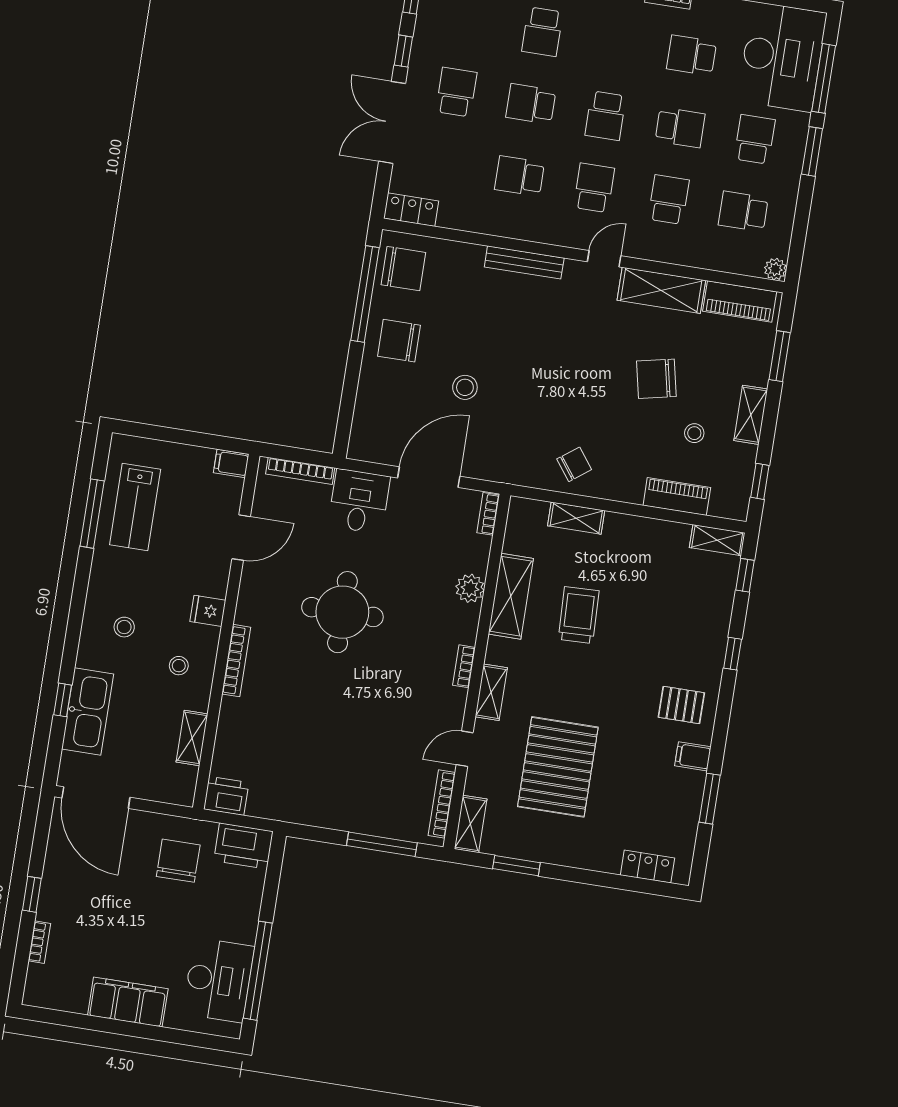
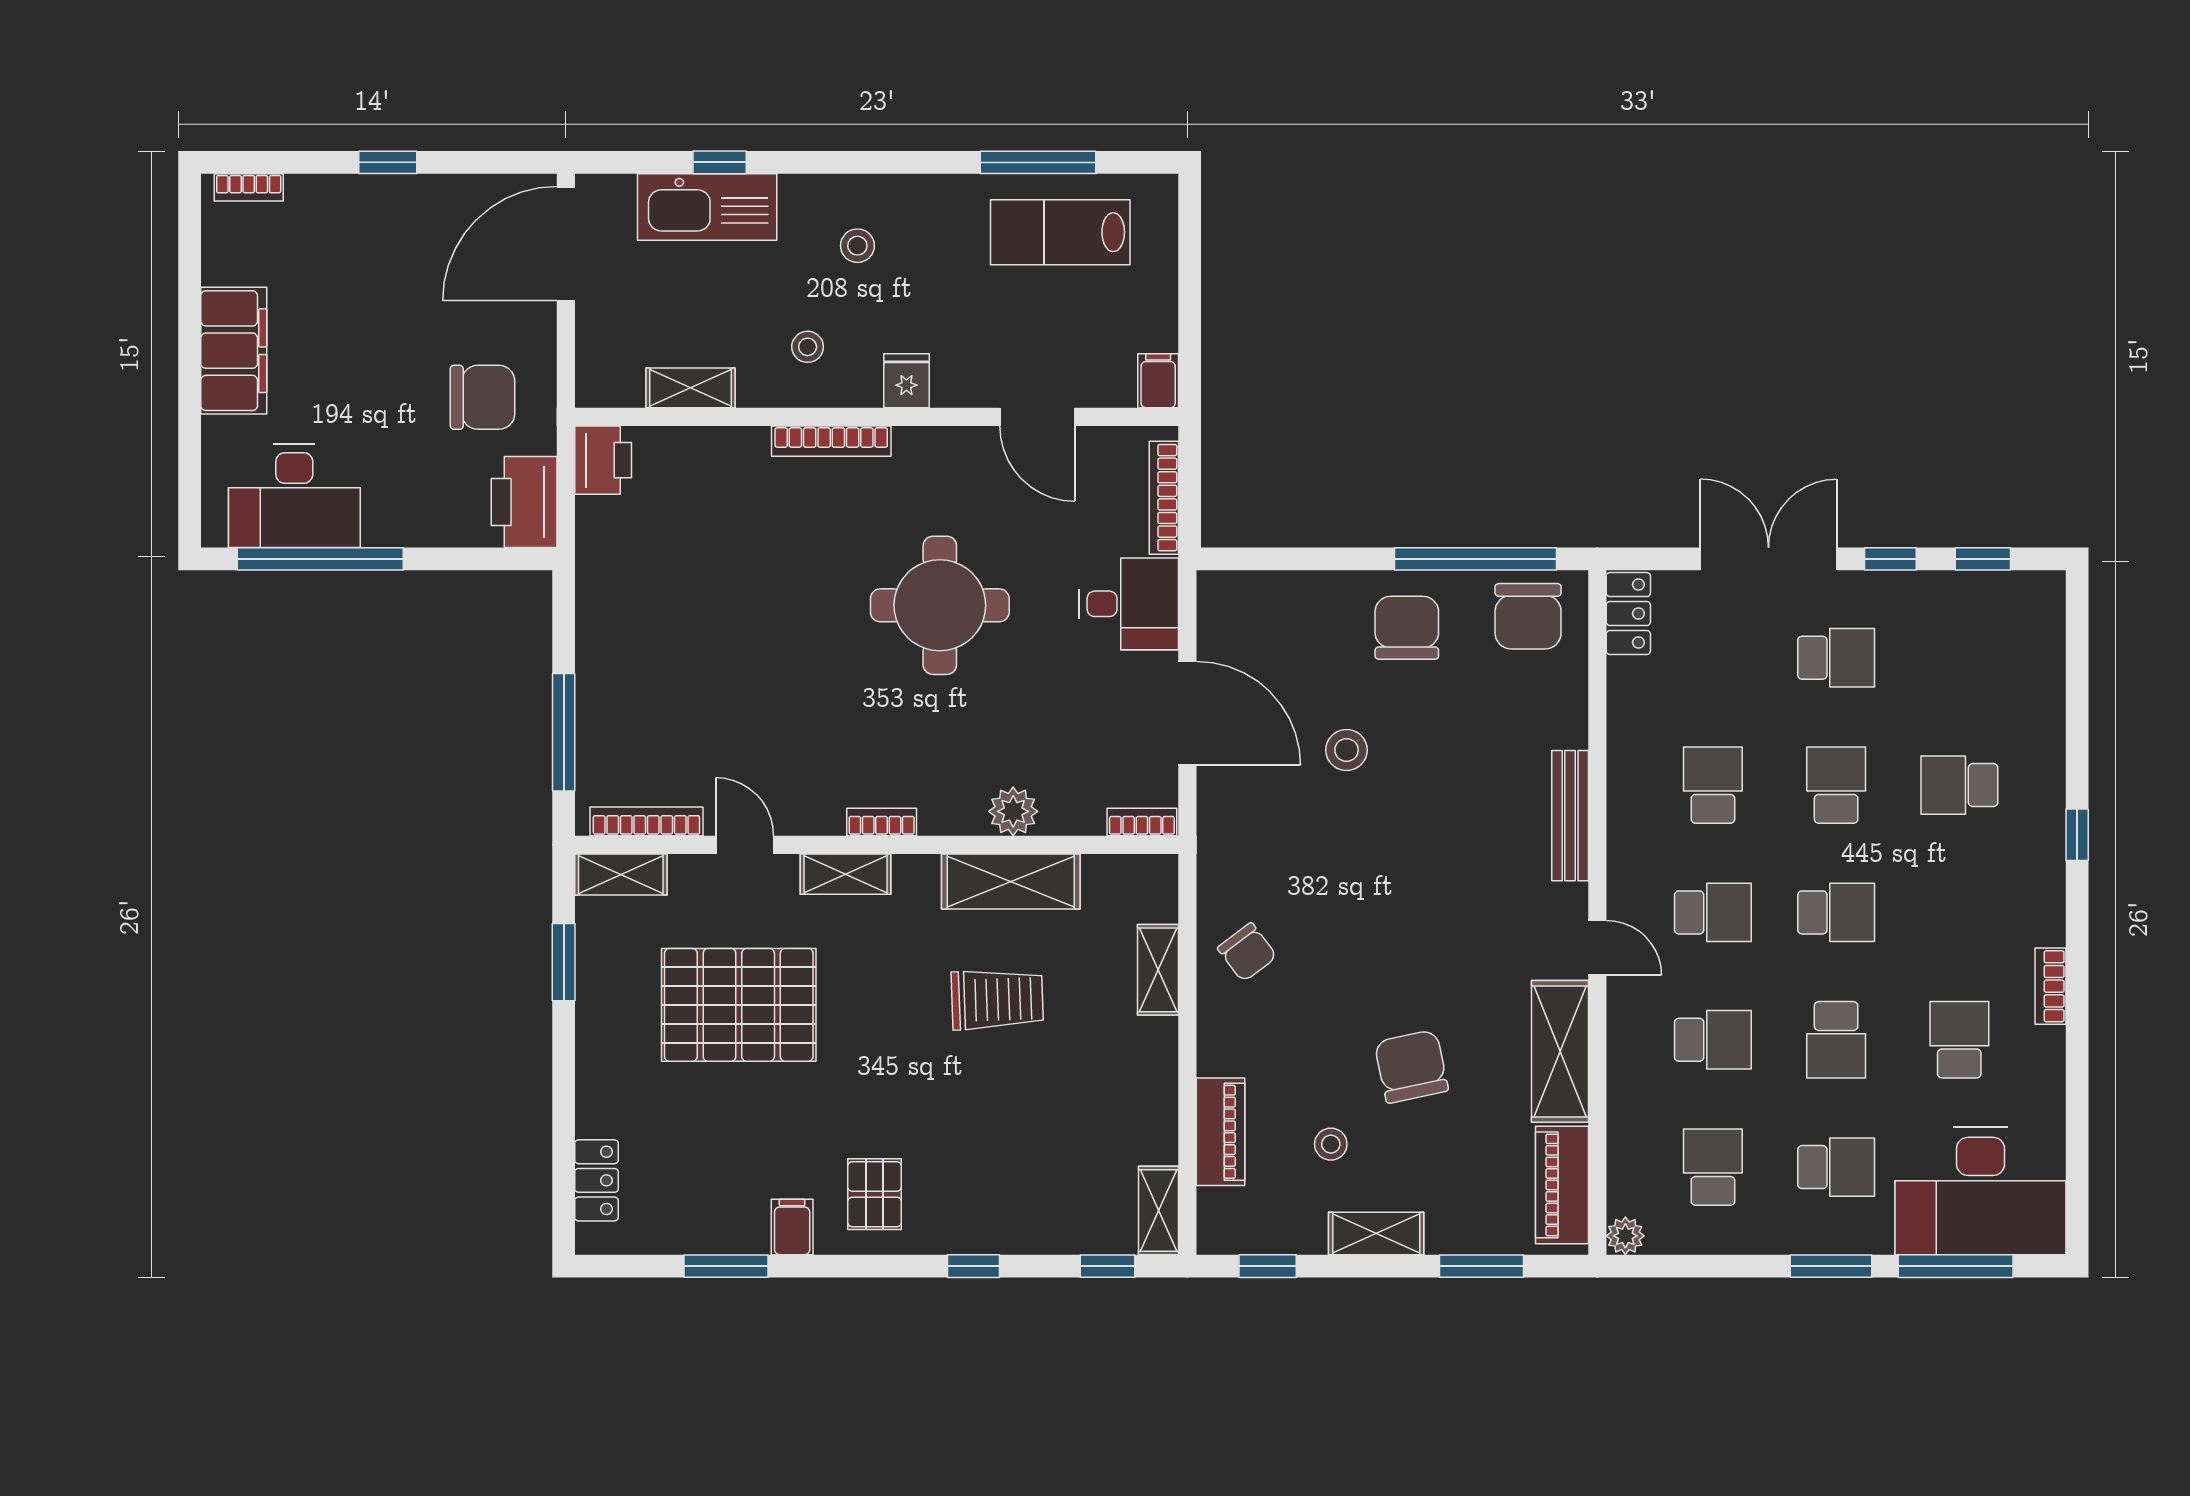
school desk: (605, 116) -> (1836, 912), turned 180
bookcase: (39, 942) -> (249, 187), moved

